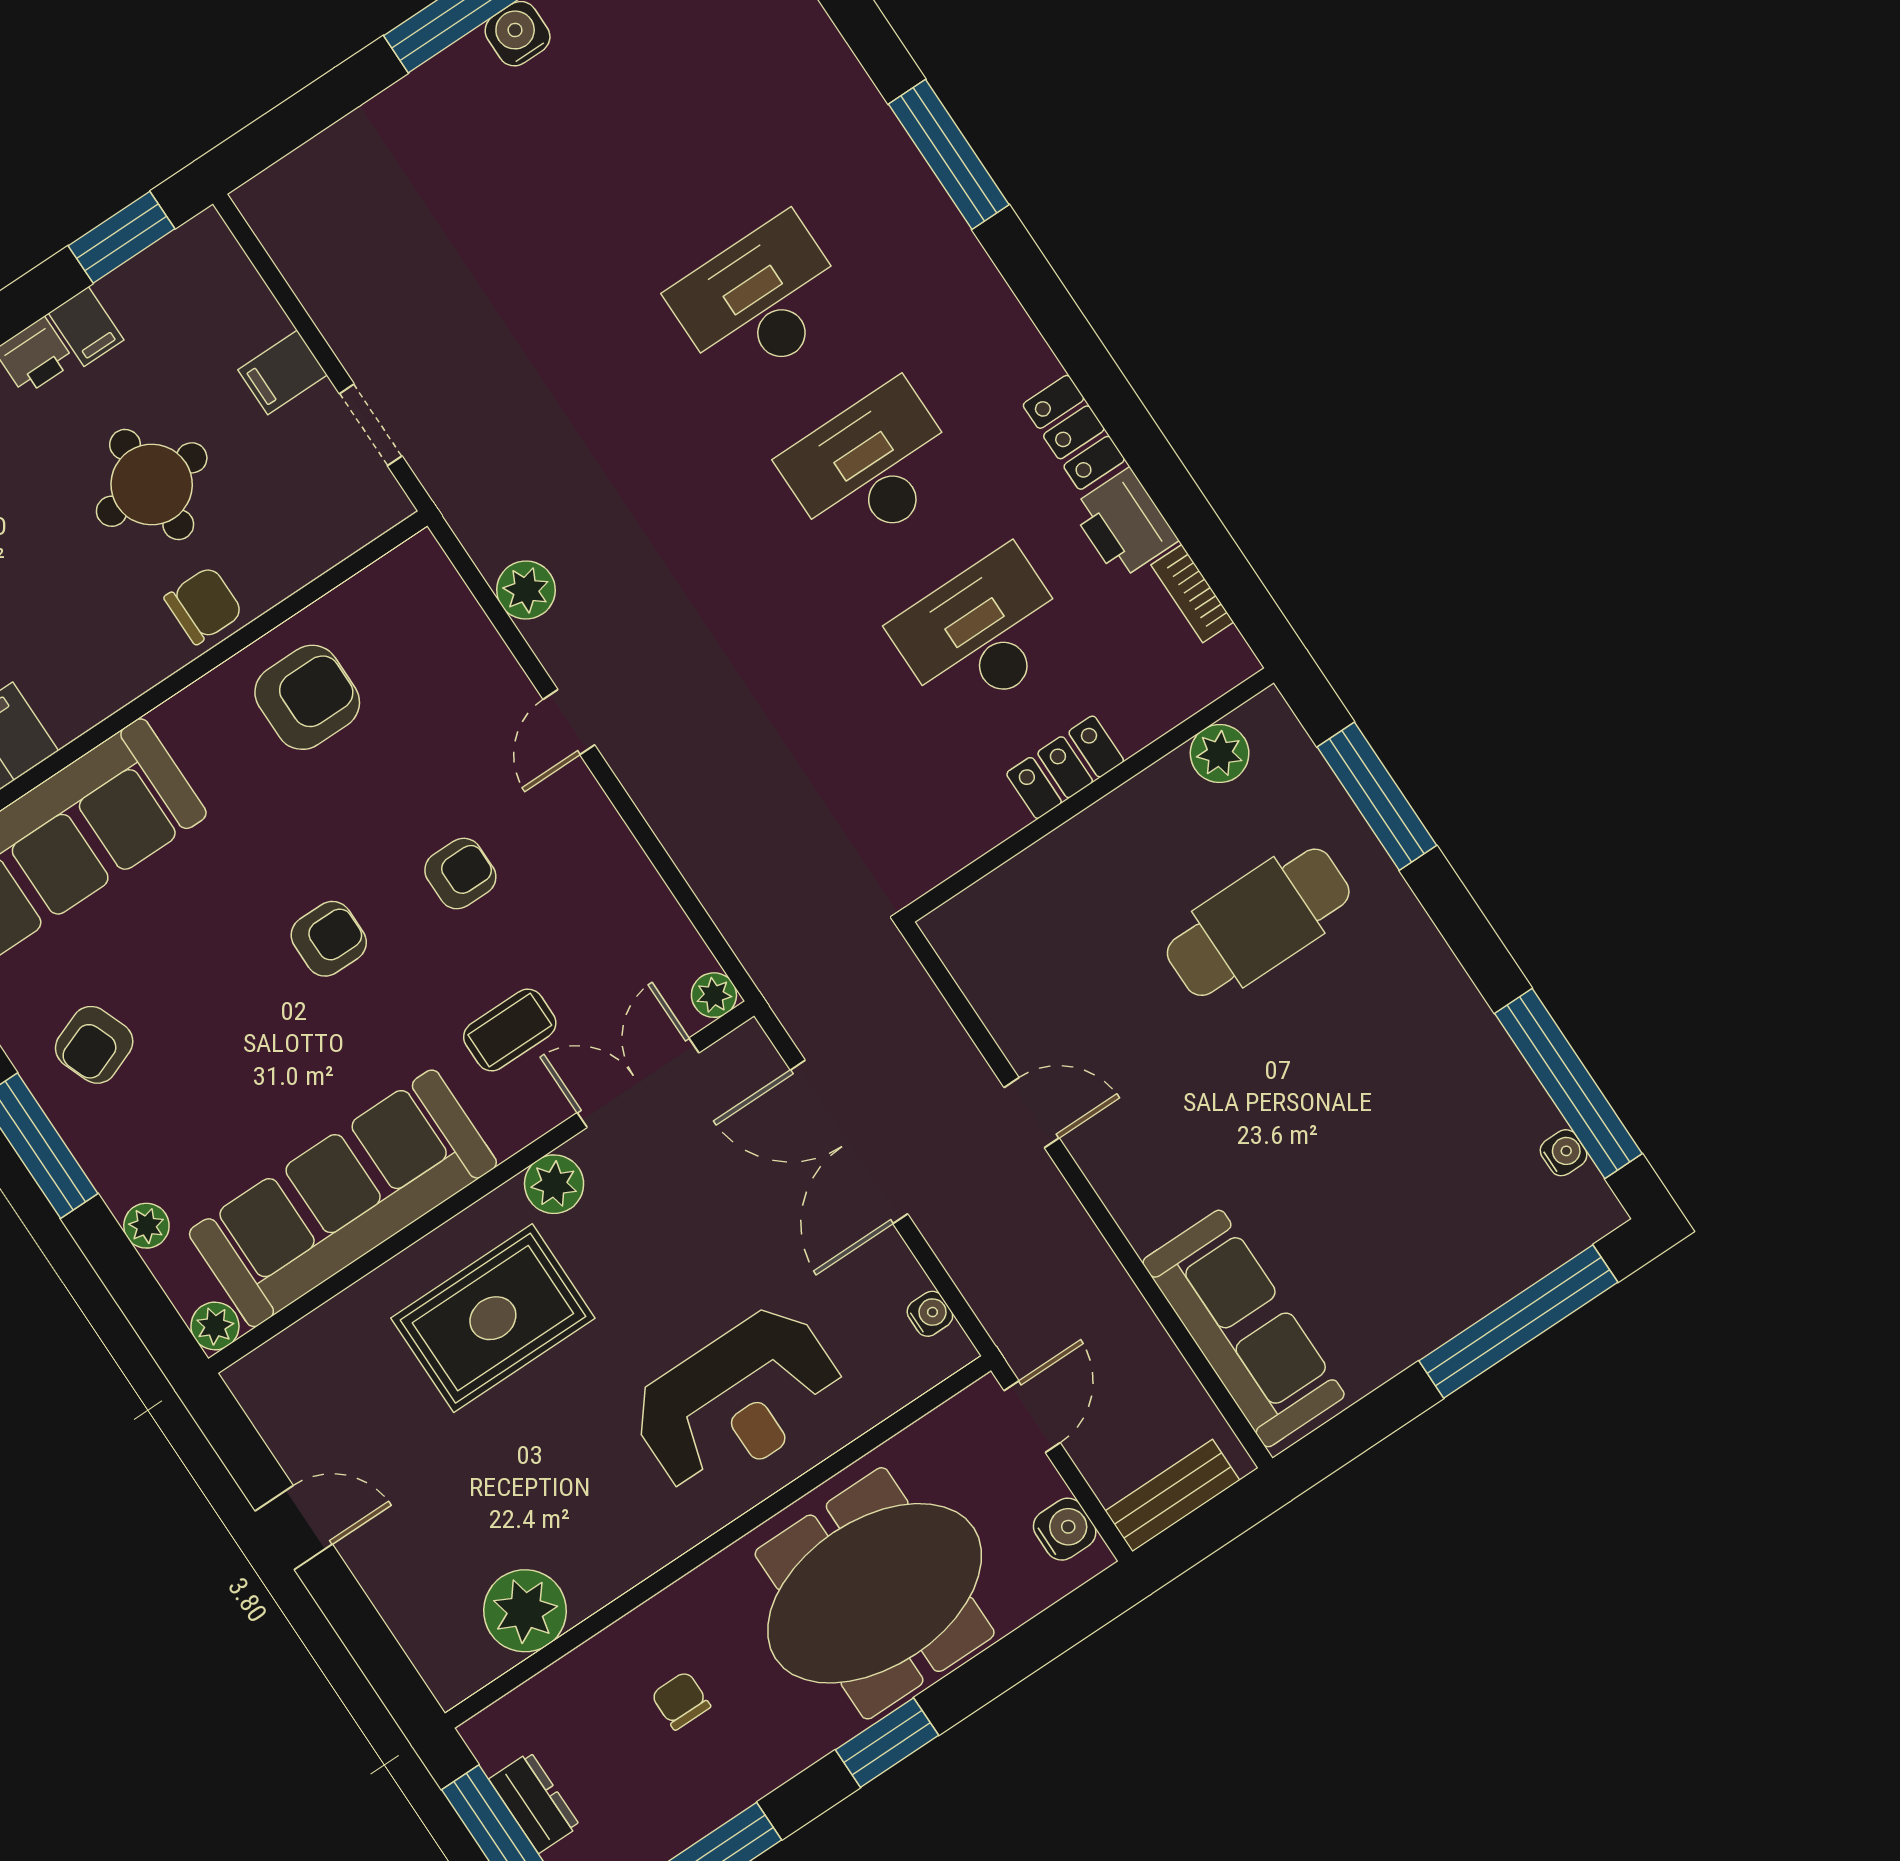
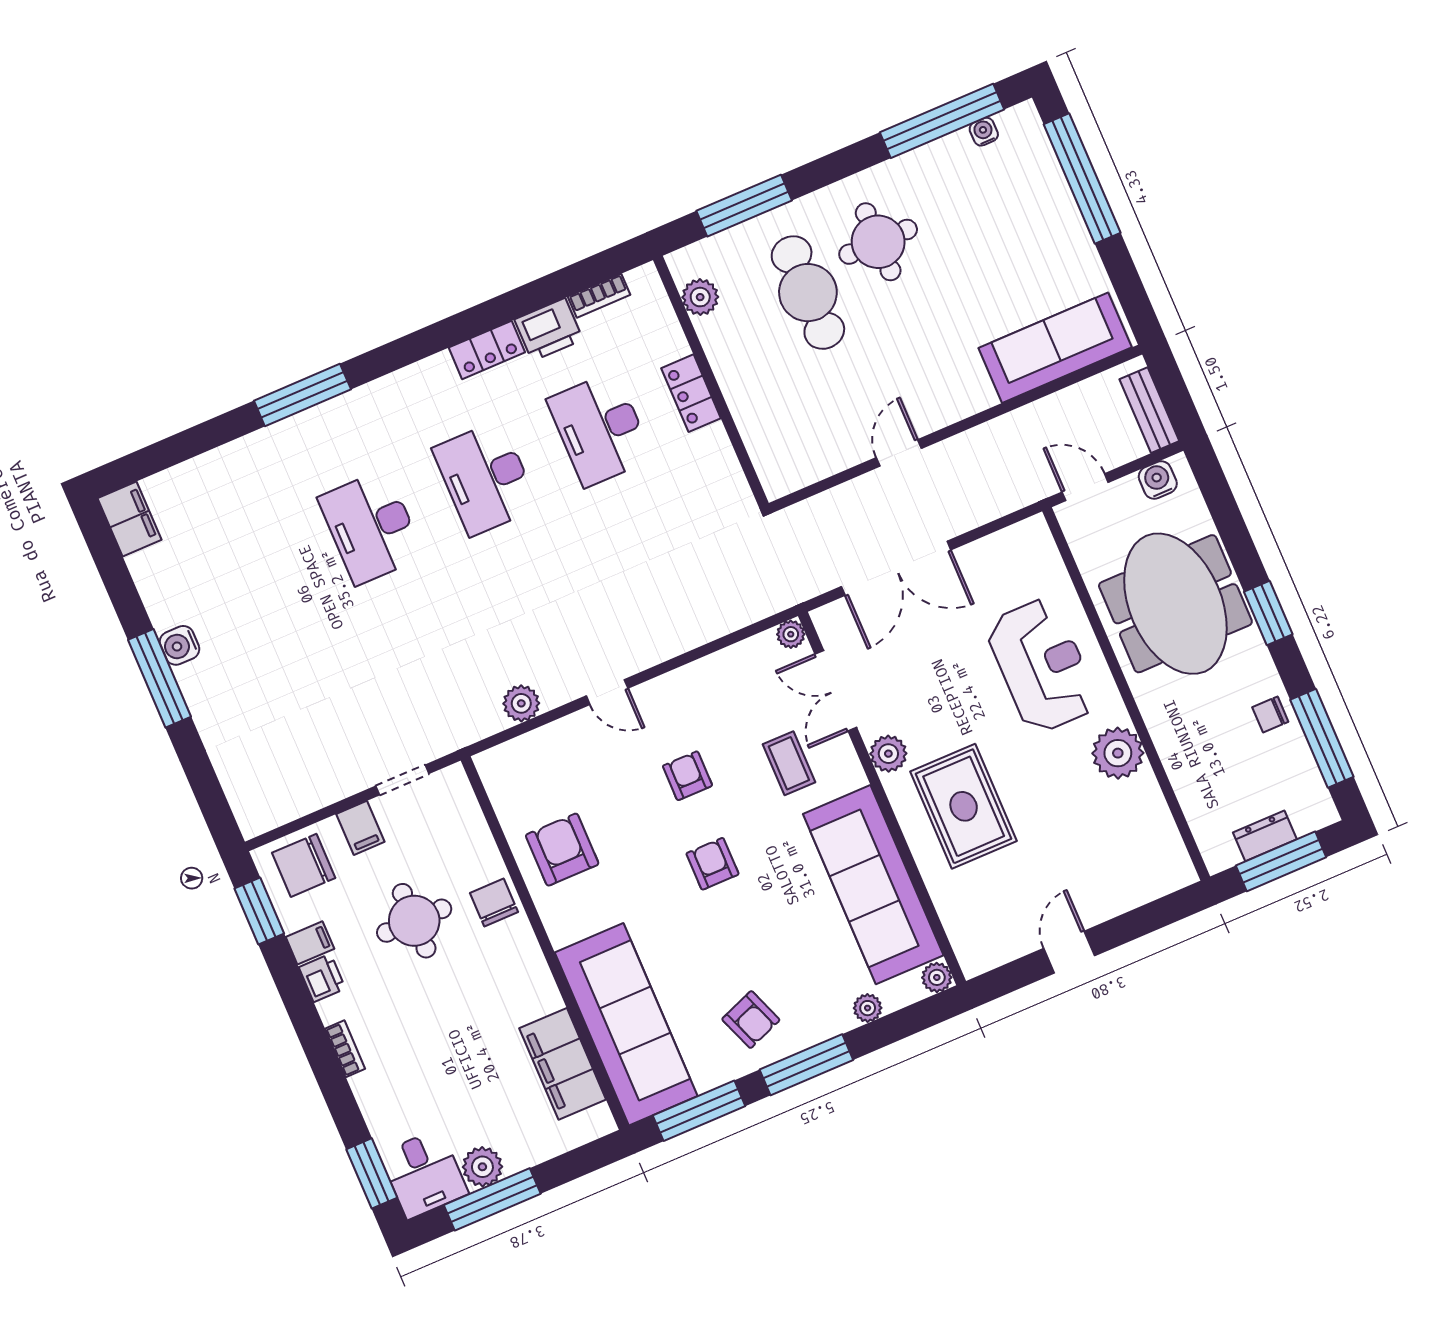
chair: (207, 294) -> (304, 865), added
round table: (1359, 1018) -> (878, 242), added
water cooler: (930, 1314) -> (1010, 538), removed
plant: (525, 1611) -> (1118, 753), moved
chair: (681, 1701) -> (1270, 714), moved

